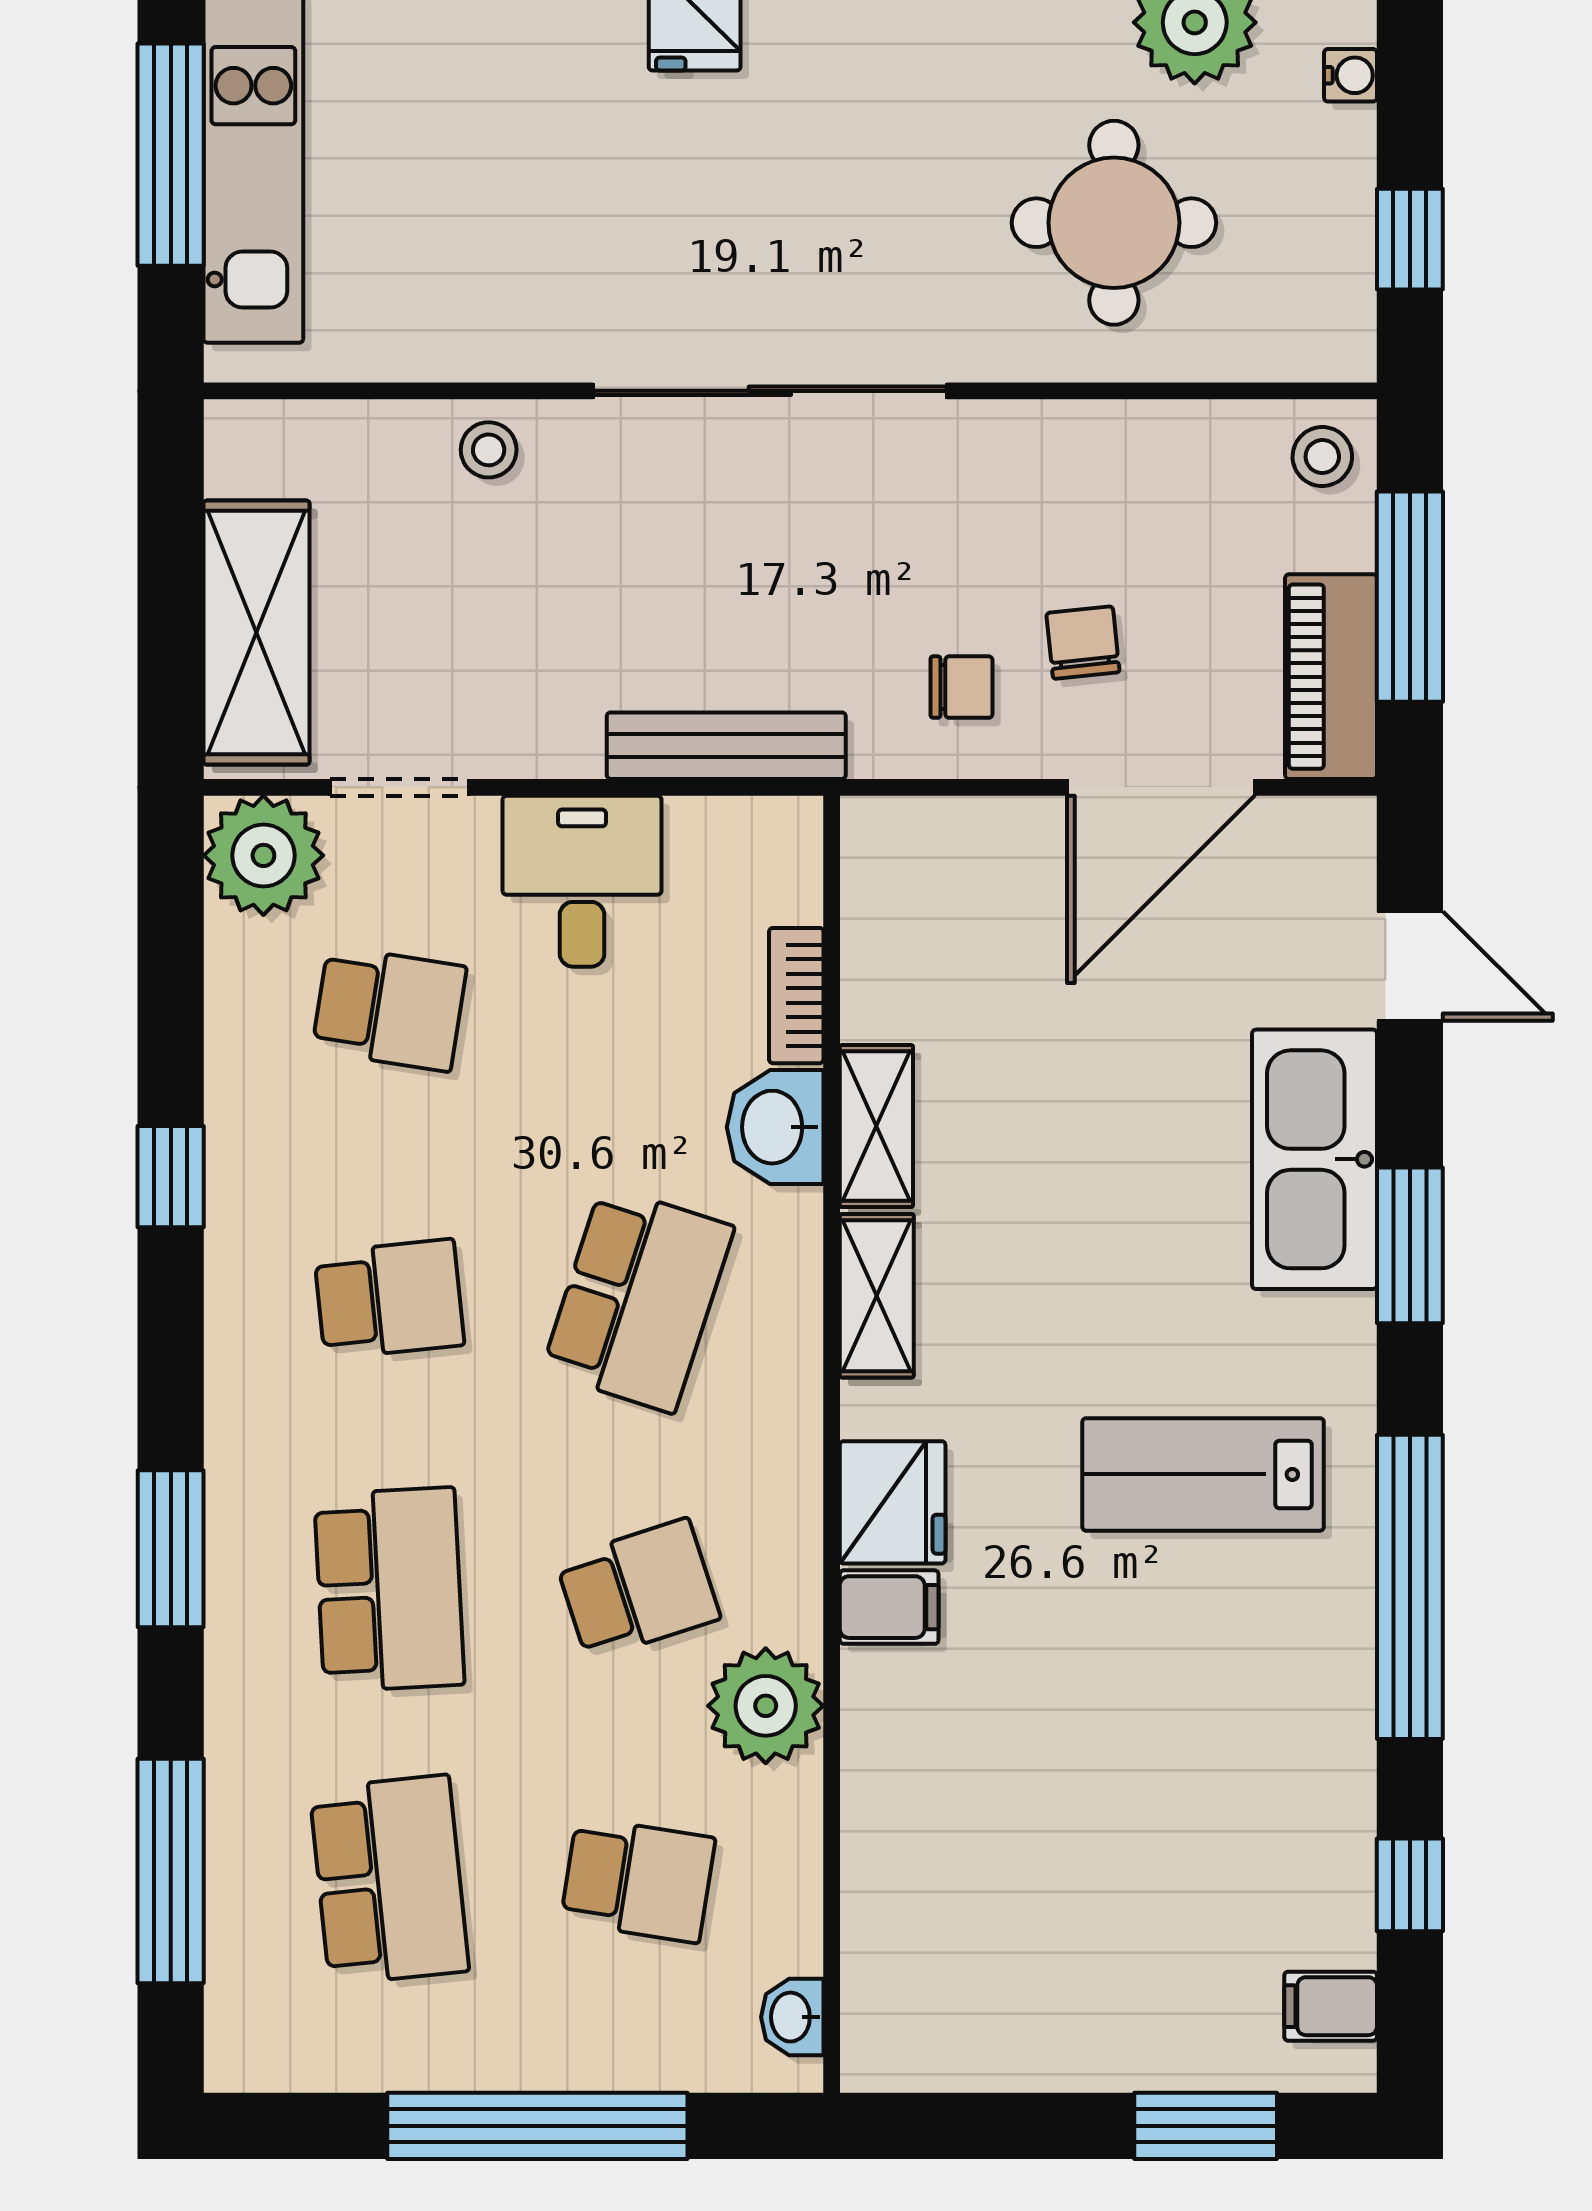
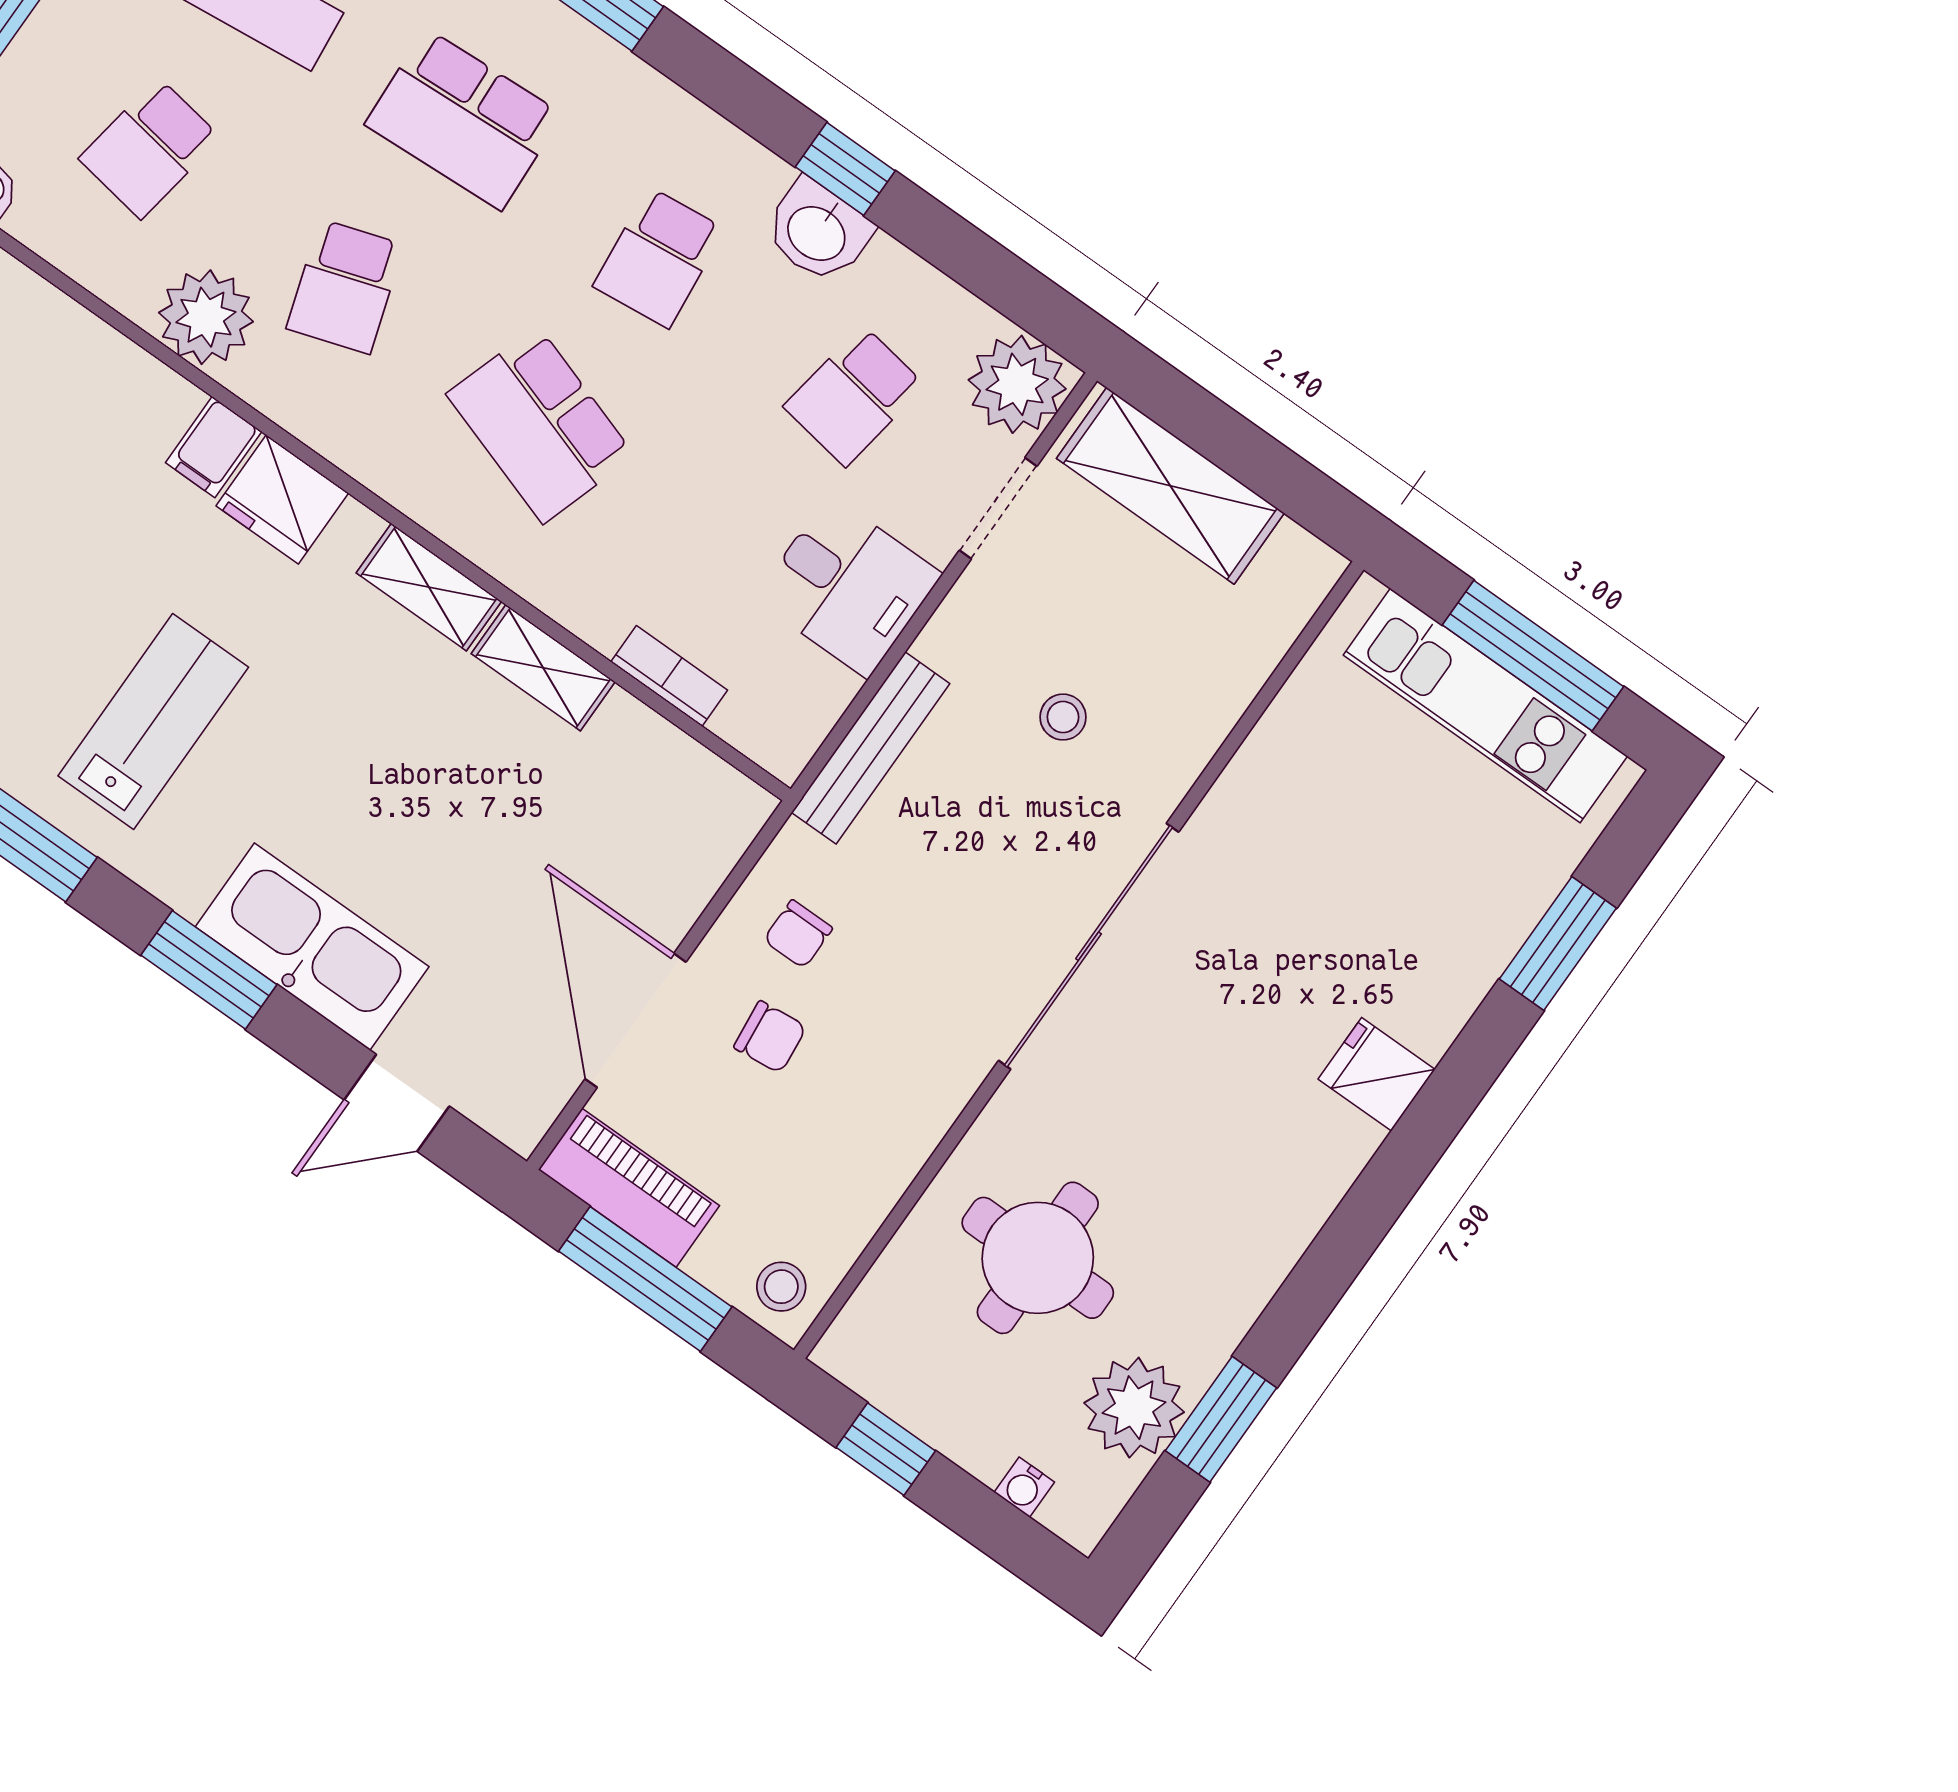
stool: (489, 450) -> (1063, 717), moved
washbasin: (775, 1127) -> (818, 232), moved, turned 180

